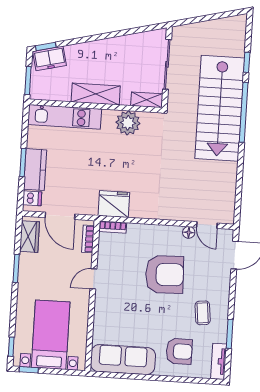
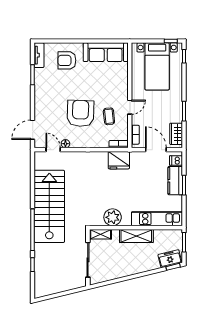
stairs: (220, 108) -> (49, 206), moved
armchair: (165, 274) -> (80, 113), turned 94
coffee table: (203, 313) -> (109, 116), moved

